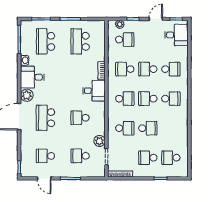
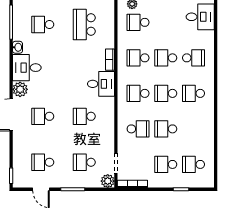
school desk: (125, 40) -> (138, 22), turned 180
school desk: (45, 41) -> (43, 25), width x0.54
school desk: (125, 99) -> (138, 93), turned 180
school desk: (171, 99) -> (193, 93), turned 180
school desk: (45, 118) -> (43, 116), width x0.54
school desk: (148, 128) -> (166, 129), turned 180
plant: (99, 141) -> (108, 181), moved

